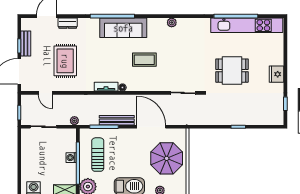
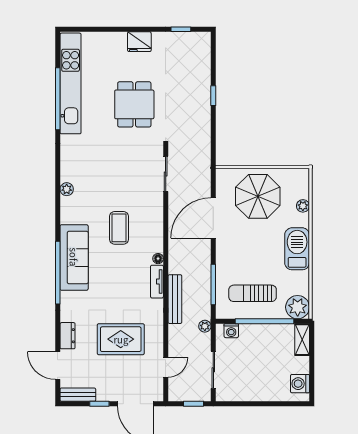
bench: (26, 43) -> (78, 395), moved
bench: (117, 120) -> (175, 299), moved
washing machine: (71, 158) -> (231, 331), moved

